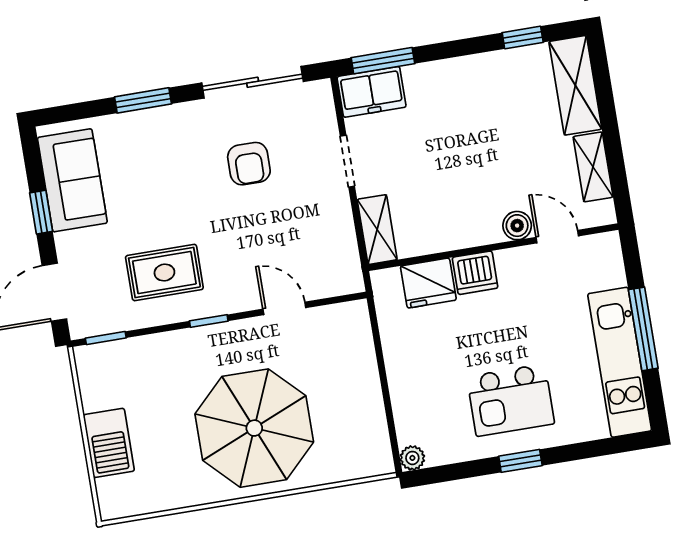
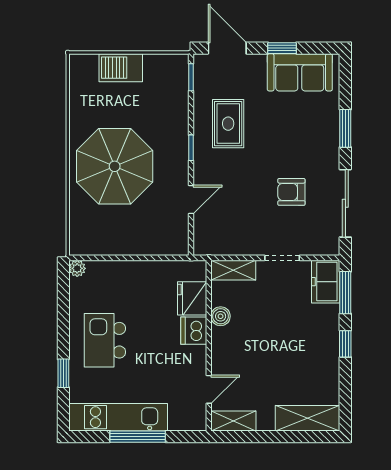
window: (523, 38) -> (345, 344), moved
shelving: (593, 167) -> (233, 421), moved
boiler: (517, 226) -> (221, 316), moved
window: (520, 461) -> (63, 373), moved

